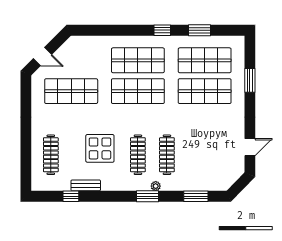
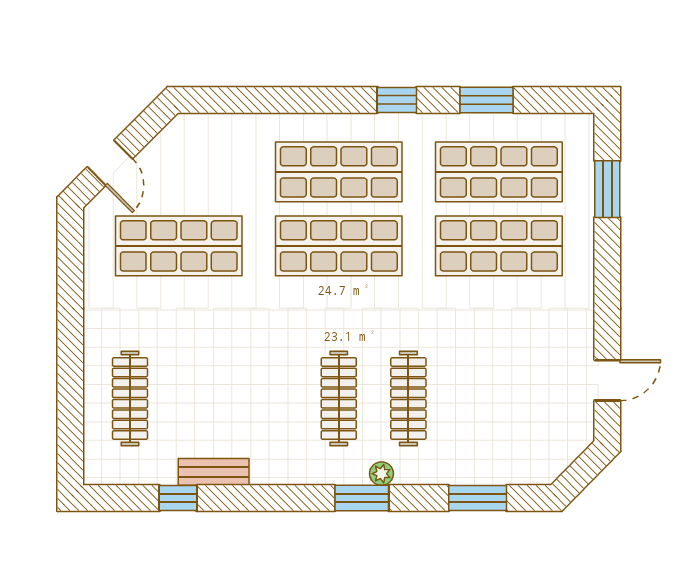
door: (42, 56) -> (110, 163), hinge flipped
window: (250, 80) -> (607, 189), moved
display table: (100, 148) -> (248, 383), removed

